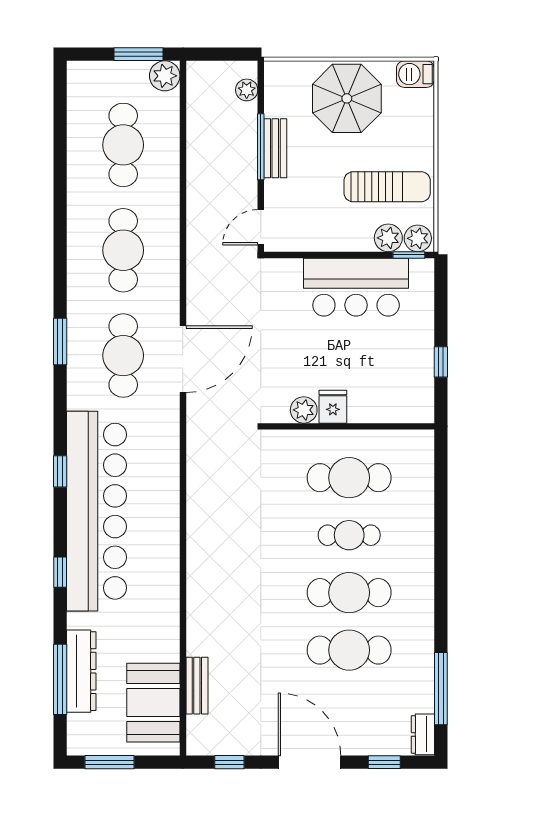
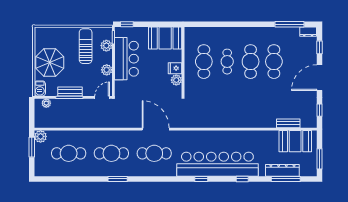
barbecue: (415, 74) -> (40, 88), moved
door: (261, 227) -> (102, 97), swing flipped
plant: (418, 238) -> (107, 70), moved
window: (60, 342) -> (118, 179), moved
window: (441, 362) -> (127, 24), moved
booth: (407, 382) -> (165, 38), added

